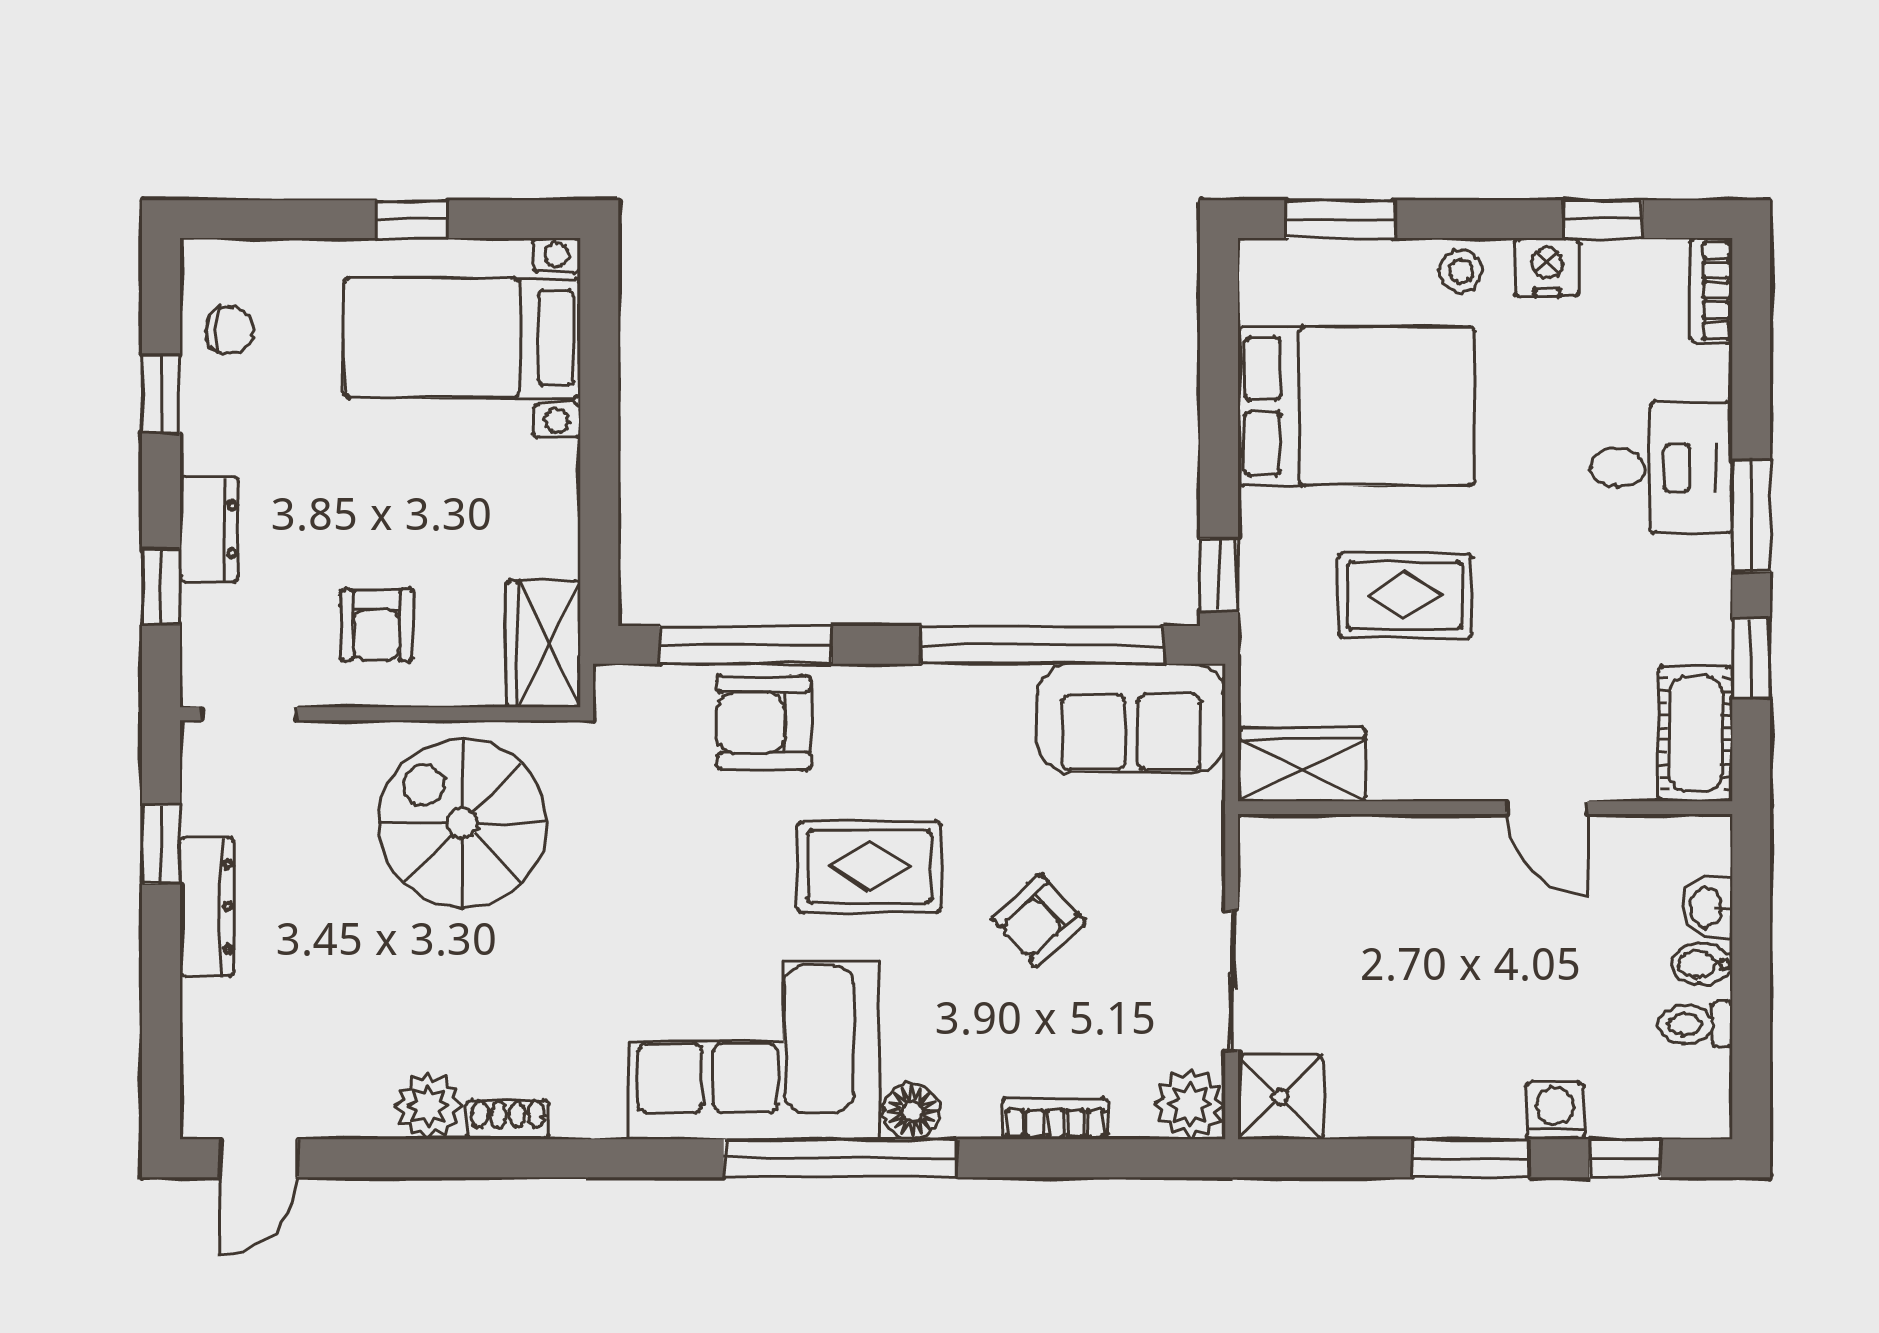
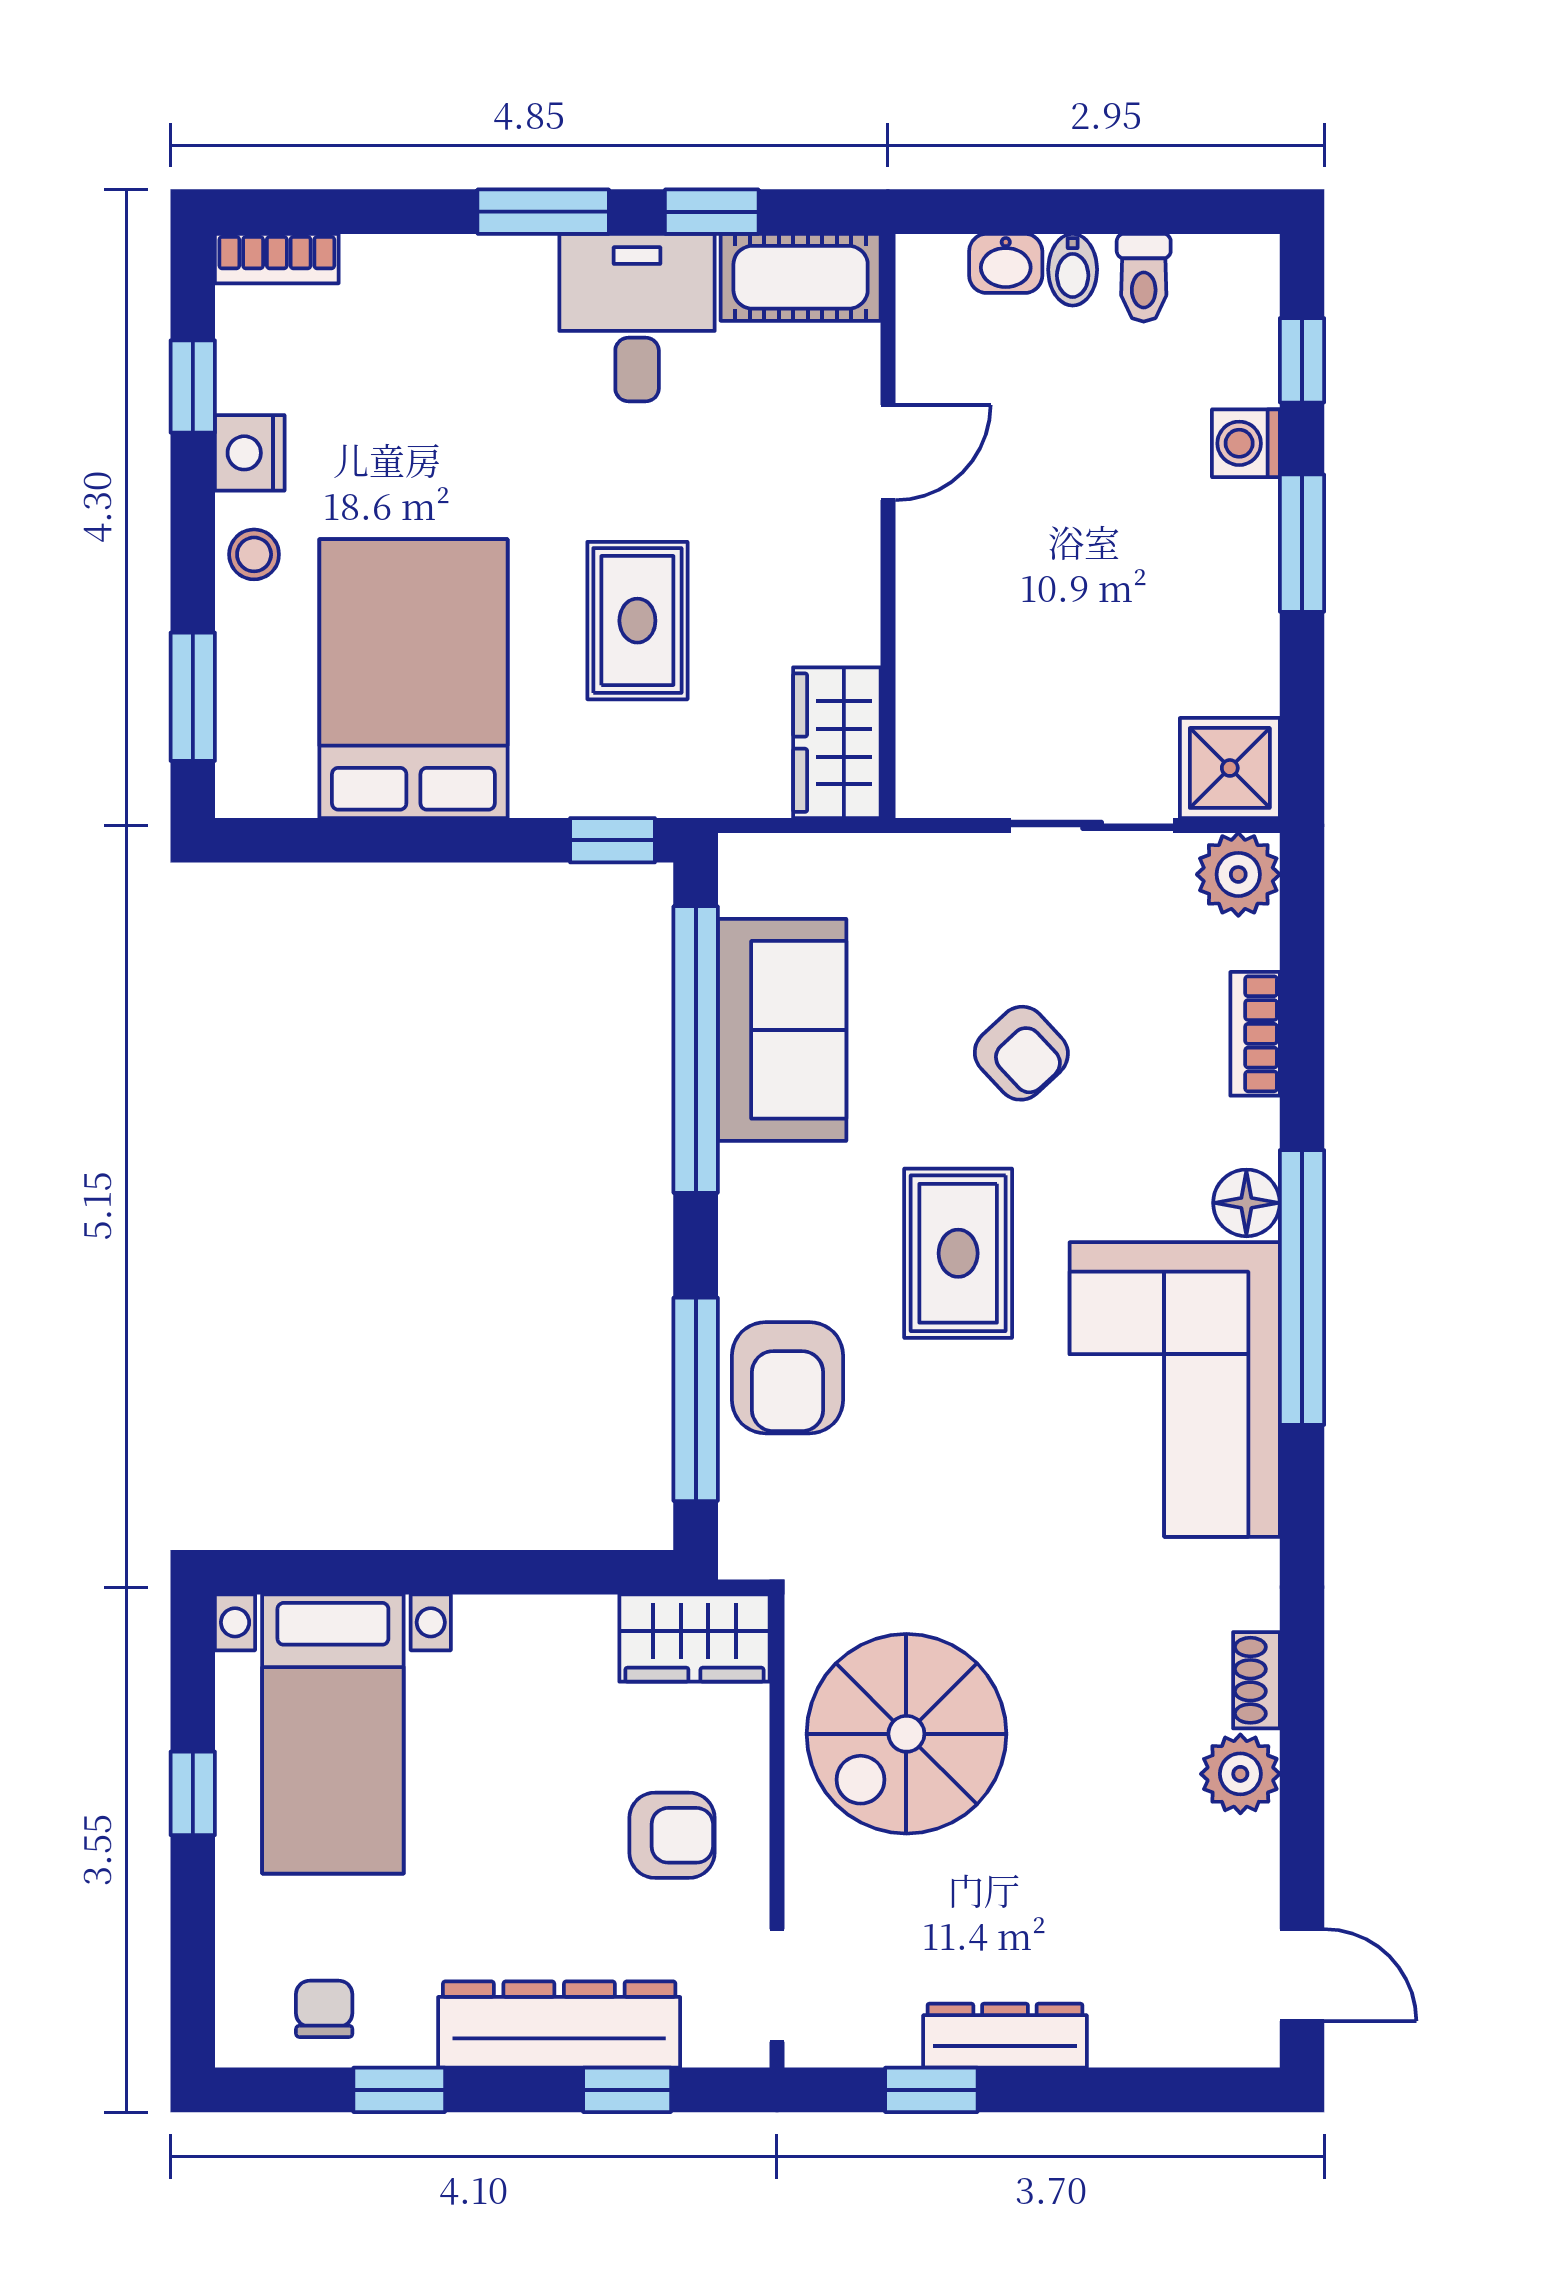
desk: (1661, 468) -> (637, 318), moved
dresser: (209, 529) -> (559, 2025), width x1.96, depth x1.24
sofa: (1131, 718) -> (782, 1030), moved

